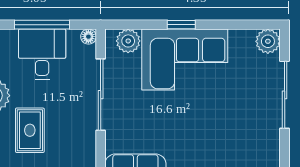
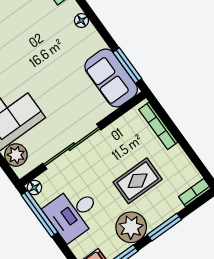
window: (42, 25) -> (40, 214), moved

